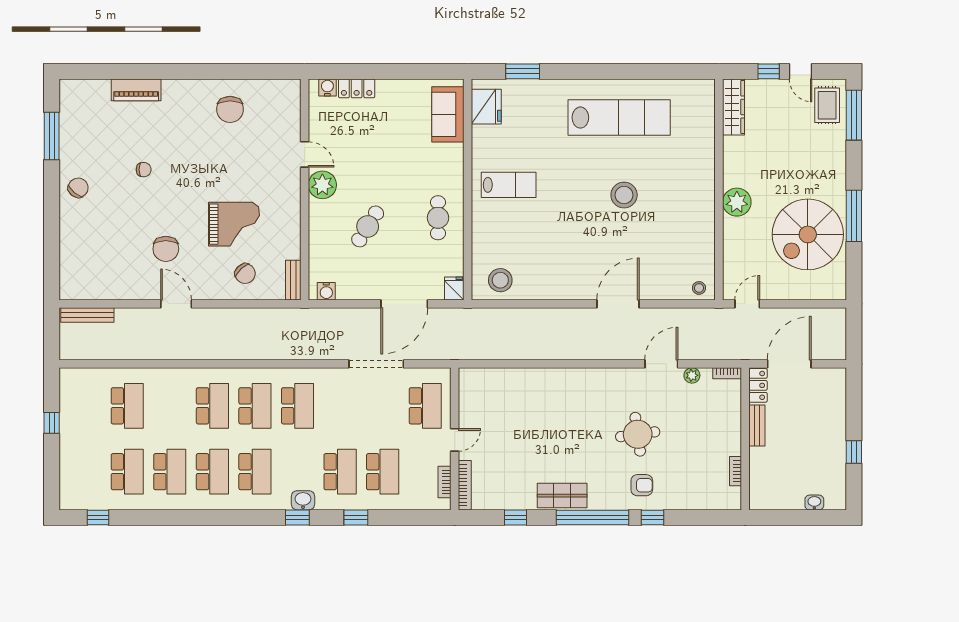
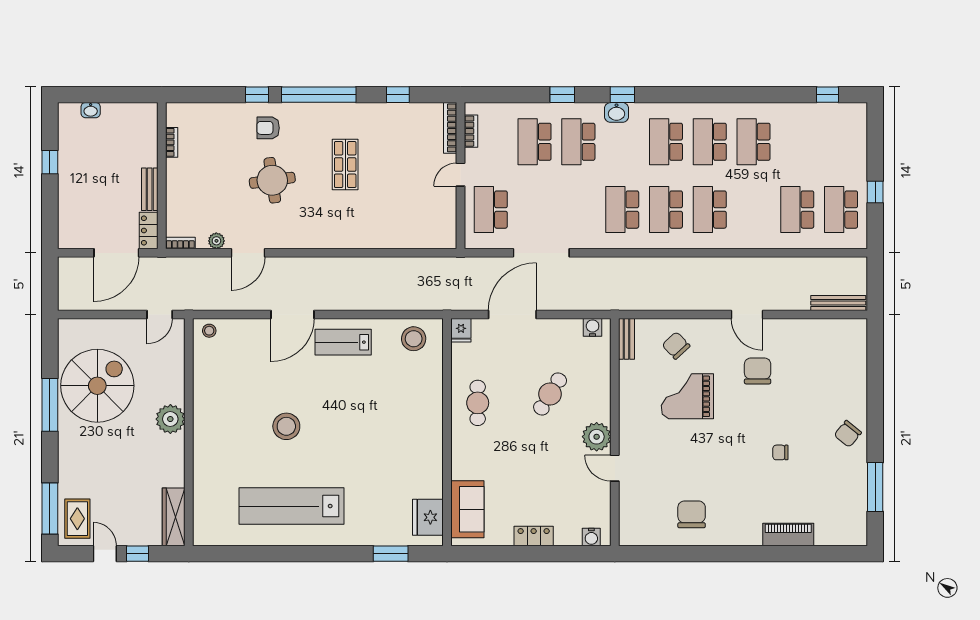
locker: (357, 88) -> (534, 536), moved
lab bench: (509, 185) -> (343, 342), moved
school desk: (127, 472) -> (841, 210), moved
shop shelf: (562, 496) -> (345, 165), moved, turned 90

